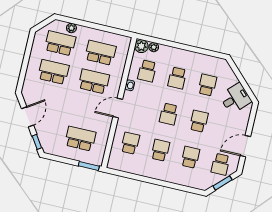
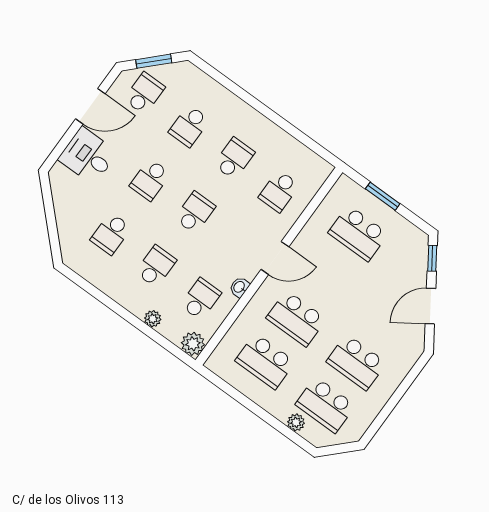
plant: (154, 47) -> (153, 319), moved
desk: (235, 98) -> (88, 156), moved, turned 45
school desk: (160, 150) -> (234, 159), turned 180
window: (89, 166) -> (383, 196), moved

